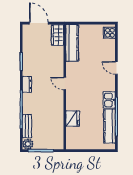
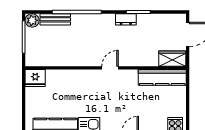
dresser: (27, 84) -> (126, 19), moved
fridge: (73, 119) -> (35, 78), moved

